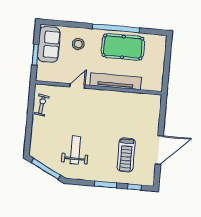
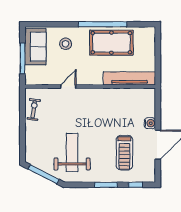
window: (35, 55) -> (22, 58), width x1.44
tv unit: (116, 81) -> (129, 78), moved
water cooler: (153, 128) -> (150, 123), added
weight bench: (75, 150) -> (72, 152), width x1.36, depth x1.33

